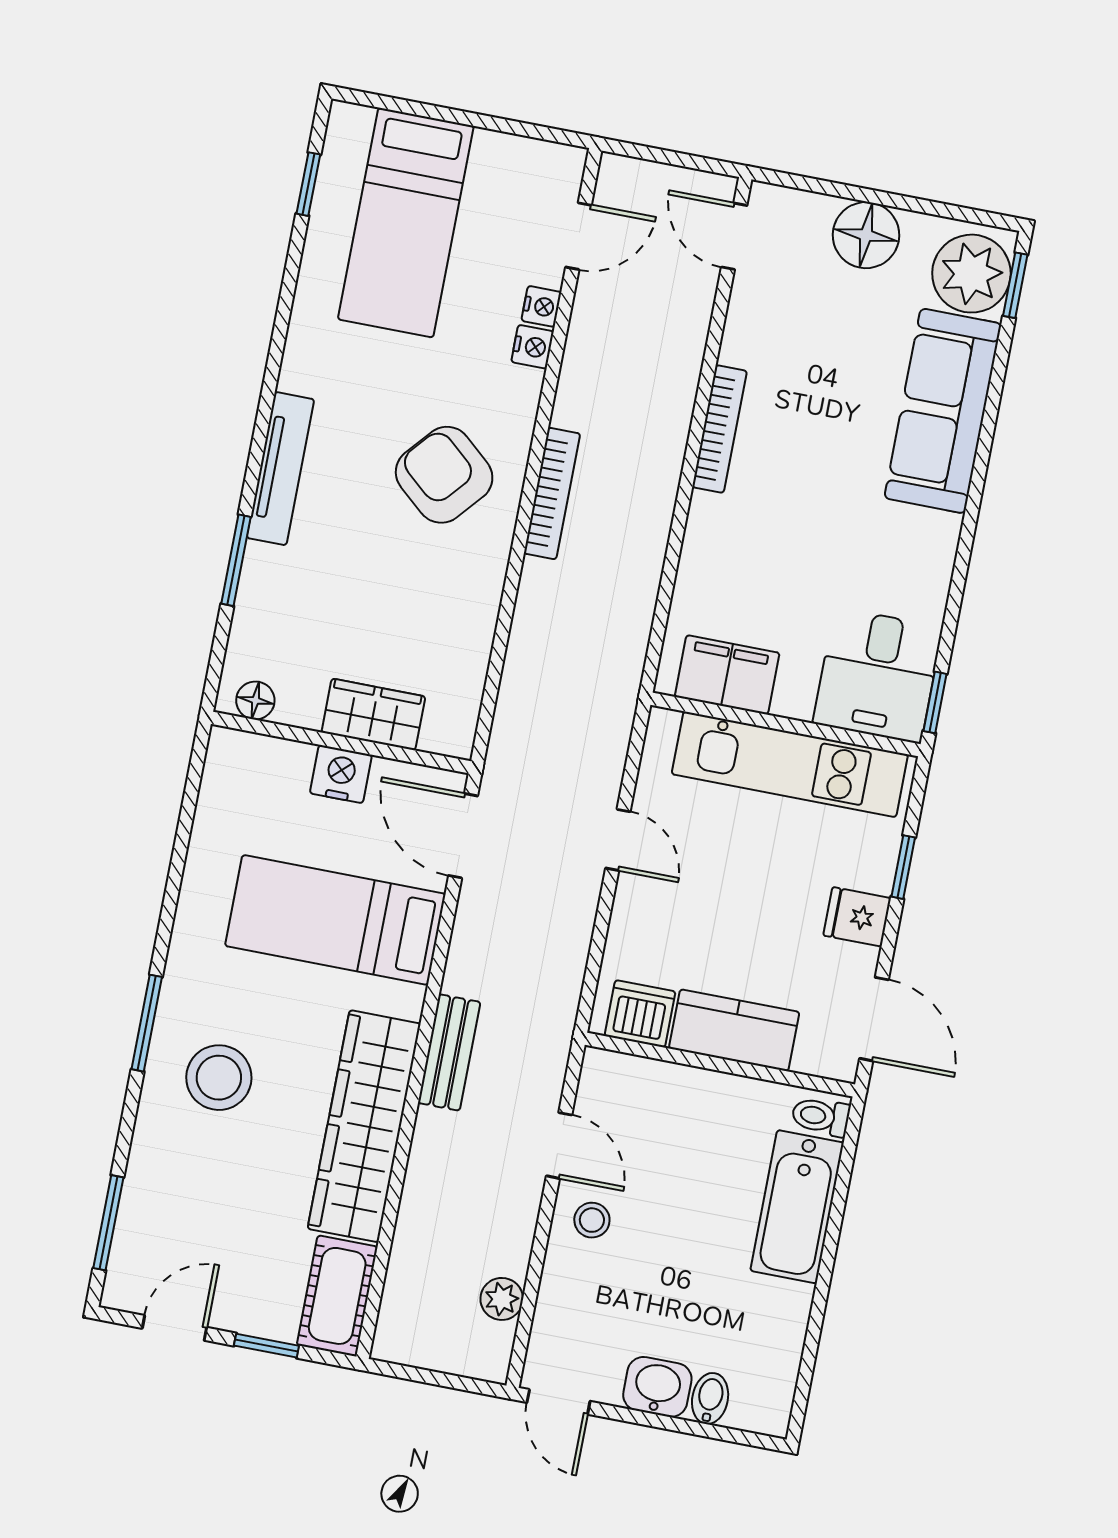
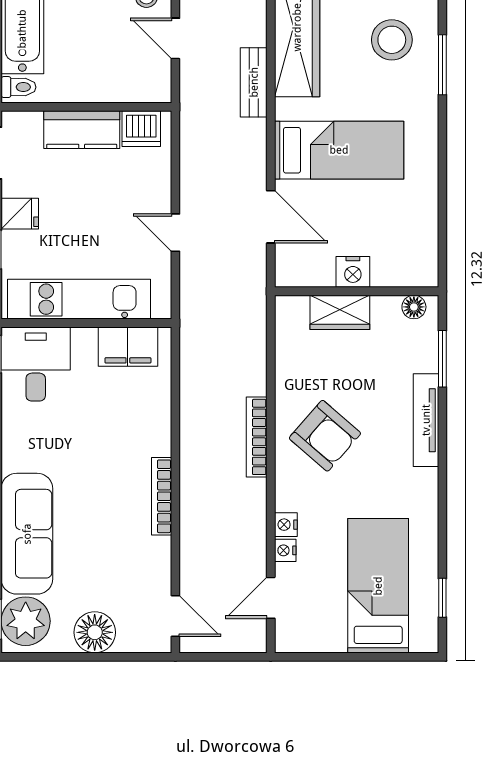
floor lamp: (255, 700) -> (414, 307), moved
wardrobe: (373, 714) -> (340, 312), moved
wall: (341, 743) -> (357, 291), moved
nightstand: (341, 774) -> (353, 272), moved

